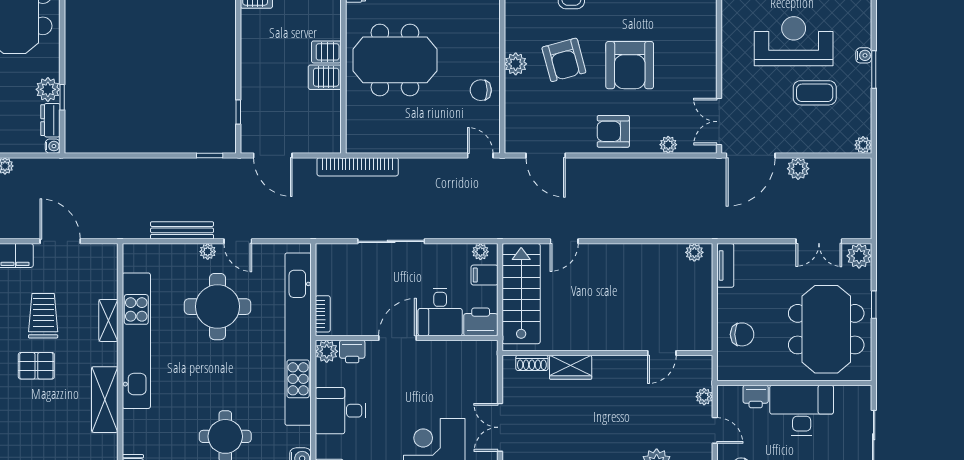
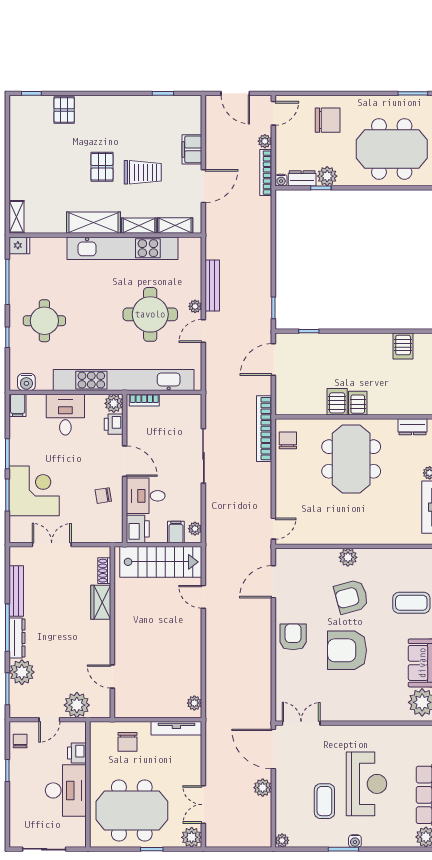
chair: (481, 90) -> (288, 440), moved
plant: (668, 145) -> (282, 682), removed
bookcase: (43, 165) -> (266, 173), added
tv unit: (725, 265) -> (176, 728), width x1.41
shelving: (108, 276) -> (175, 225), added
chair: (440, 364) -> (103, 496), added
plant: (704, 397) -> (77, 705), width x1.88, depth x1.88
shelving: (105, 400) -> (93, 223), moved

